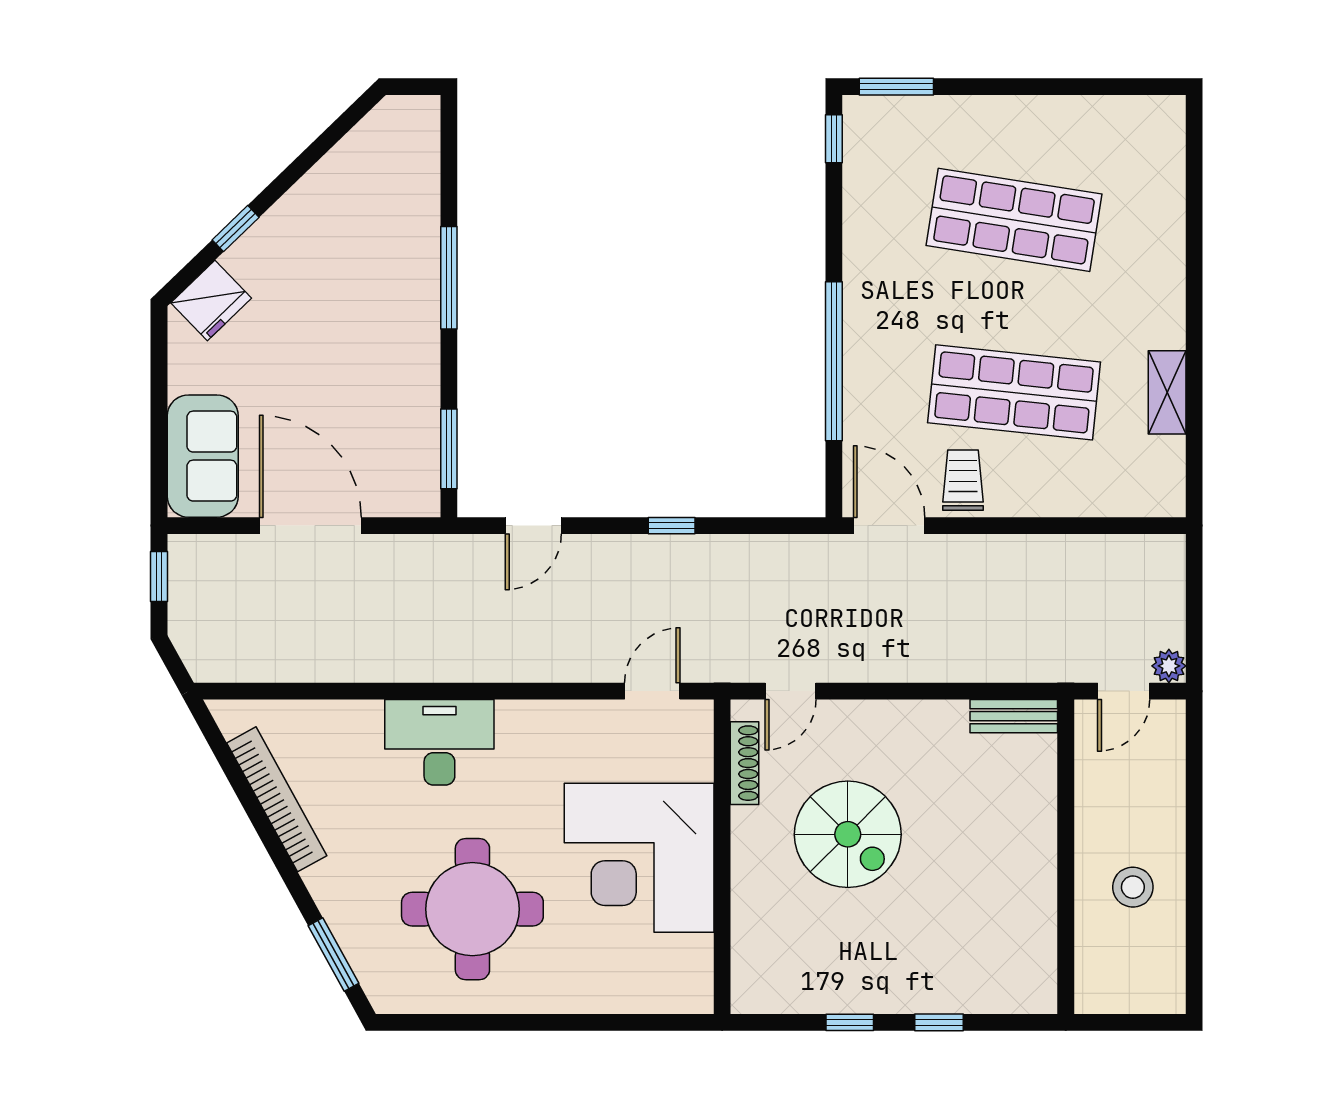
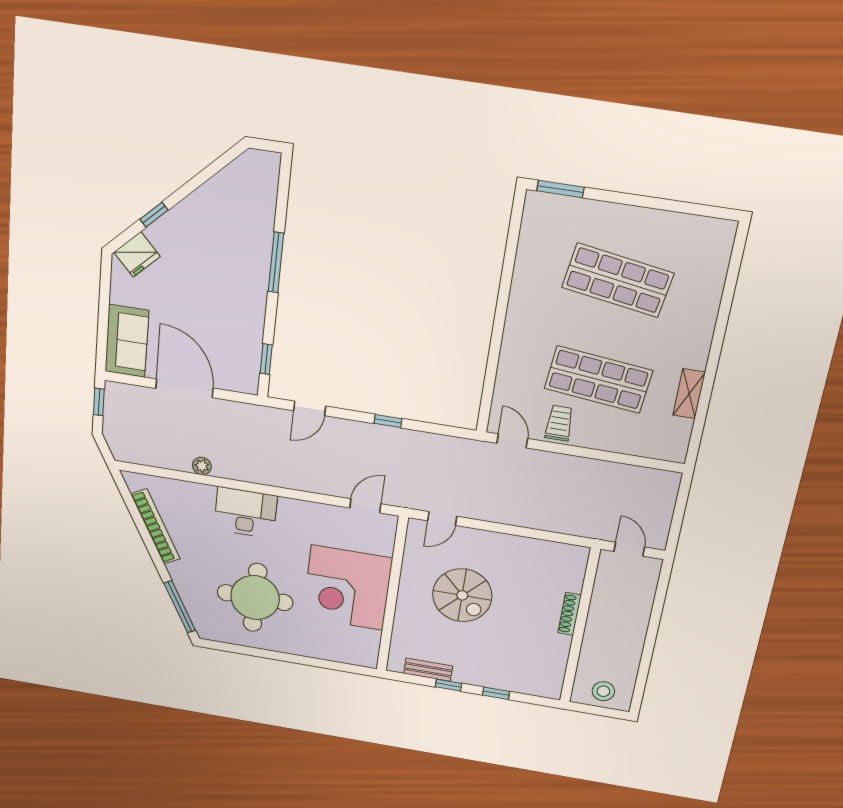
window: (834, 139) -> (517, 215), removed
window: (834, 361) -> (495, 345), removed
window: (449, 449) -> (266, 359), width x0.67
door: (889, 526) -> (512, 441), width x0.73
plant: (1169, 666) -> (202, 466), moved
door: (1124, 691) -> (629, 549), swing flipped
bench: (1014, 716) -> (428, 670), moved
shoe rack: (745, 763) -> (570, 614), moved, turned 180
stool: (1133, 887) -> (603, 691), moved
window: (333, 954) -> (180, 607), width x1.44

